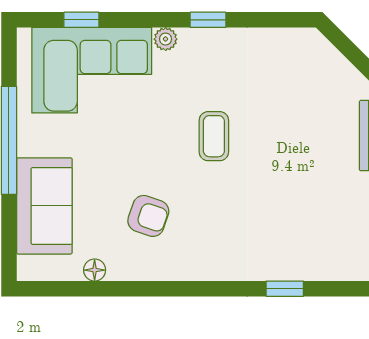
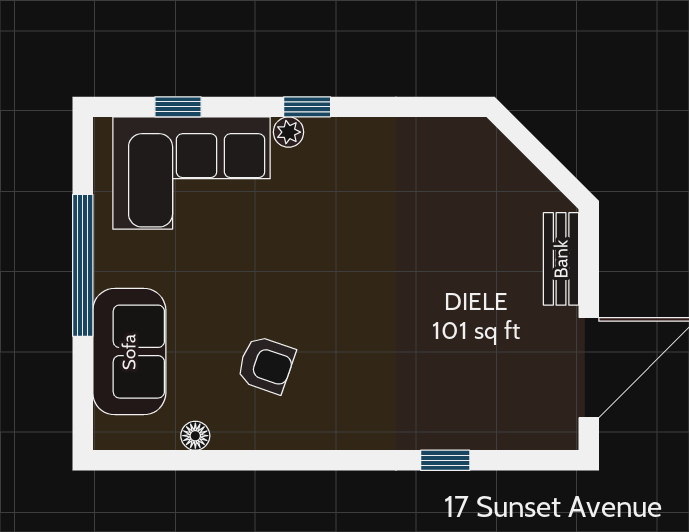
window: (208, 20) -> (307, 107), moved
coffee table: (214, 136) -> (352, 260), removed

